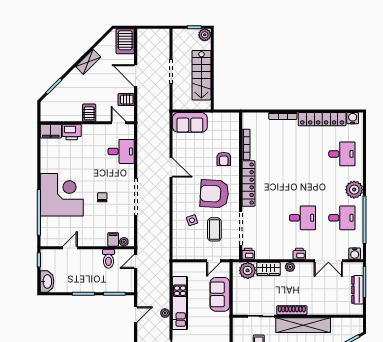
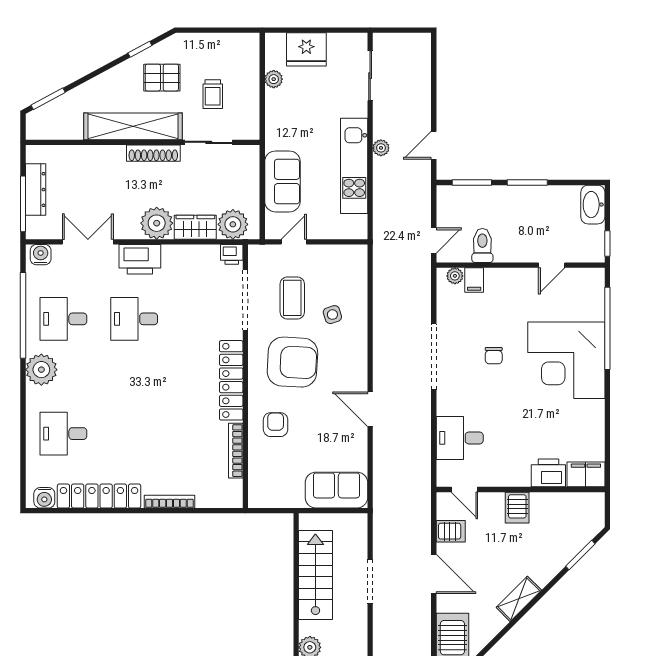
printer: (299, 254) -> (140, 259), width x1.87, depth x1.48
plant: (290, 267) -> (157, 223), width x1.88, depth x1.88

